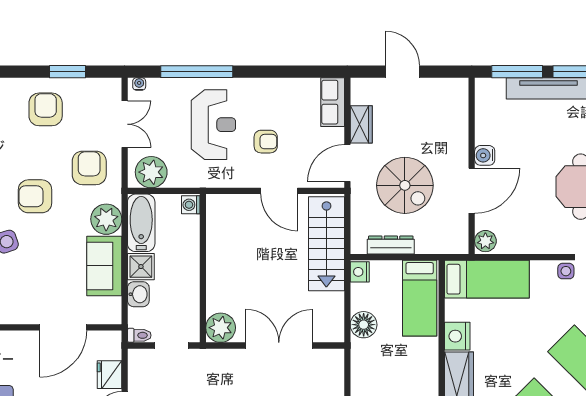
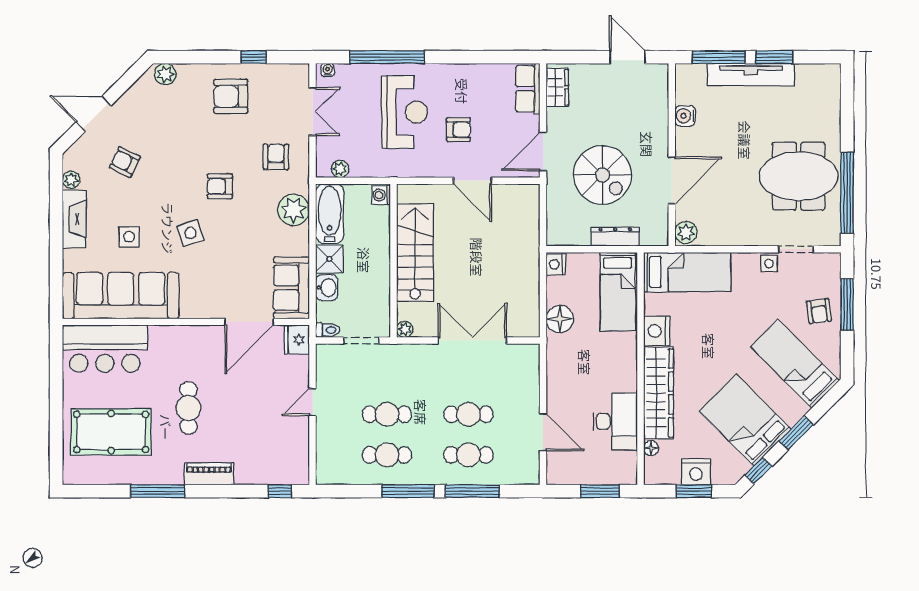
window: (67, 72) -> (253, 57), width x0.67
door: (402, 72) -> (627, 57), moved
armchair: (46, 109) -> (231, 96), turned -90
wardrobe: (361, 124) -> (557, 87), moved
water cooler: (485, 155) -> (685, 116), moved
armchair: (89, 168) -> (276, 157), width x0.72, depth x0.72
plant: (151, 172) -> (340, 169), width x0.53, depth x0.53
armchair: (35, 196) -> (220, 186), width x0.72, depth x0.72
stairs: (326, 244) -> (415, 253), moved, turned 180
dresser: (391, 245) -> (615, 237), moved
sofa: (104, 266) -> (292, 288), moved
plant: (221, 328) -> (405, 329), width x0.53, depth x0.53
fridge: (109, 375) -> (297, 340), moved

